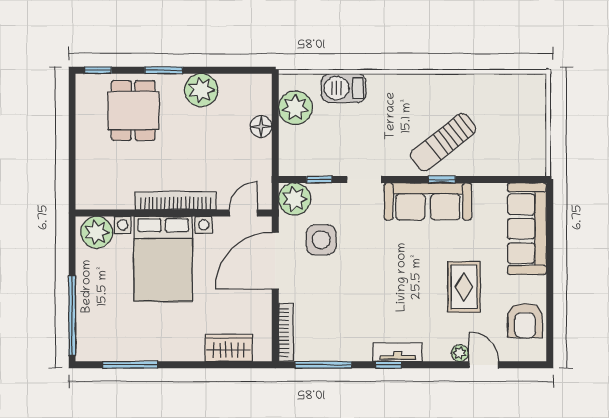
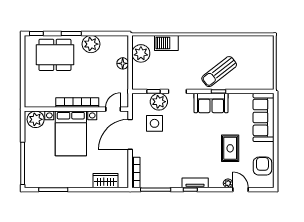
dining table: (133, 111) -> (55, 55), width x1.38
plant: (295, 199) -> (159, 102), moved
sofa: (428, 201) -> (211, 103), width x0.73
armchair: (525, 320) -> (262, 166), turned 180

